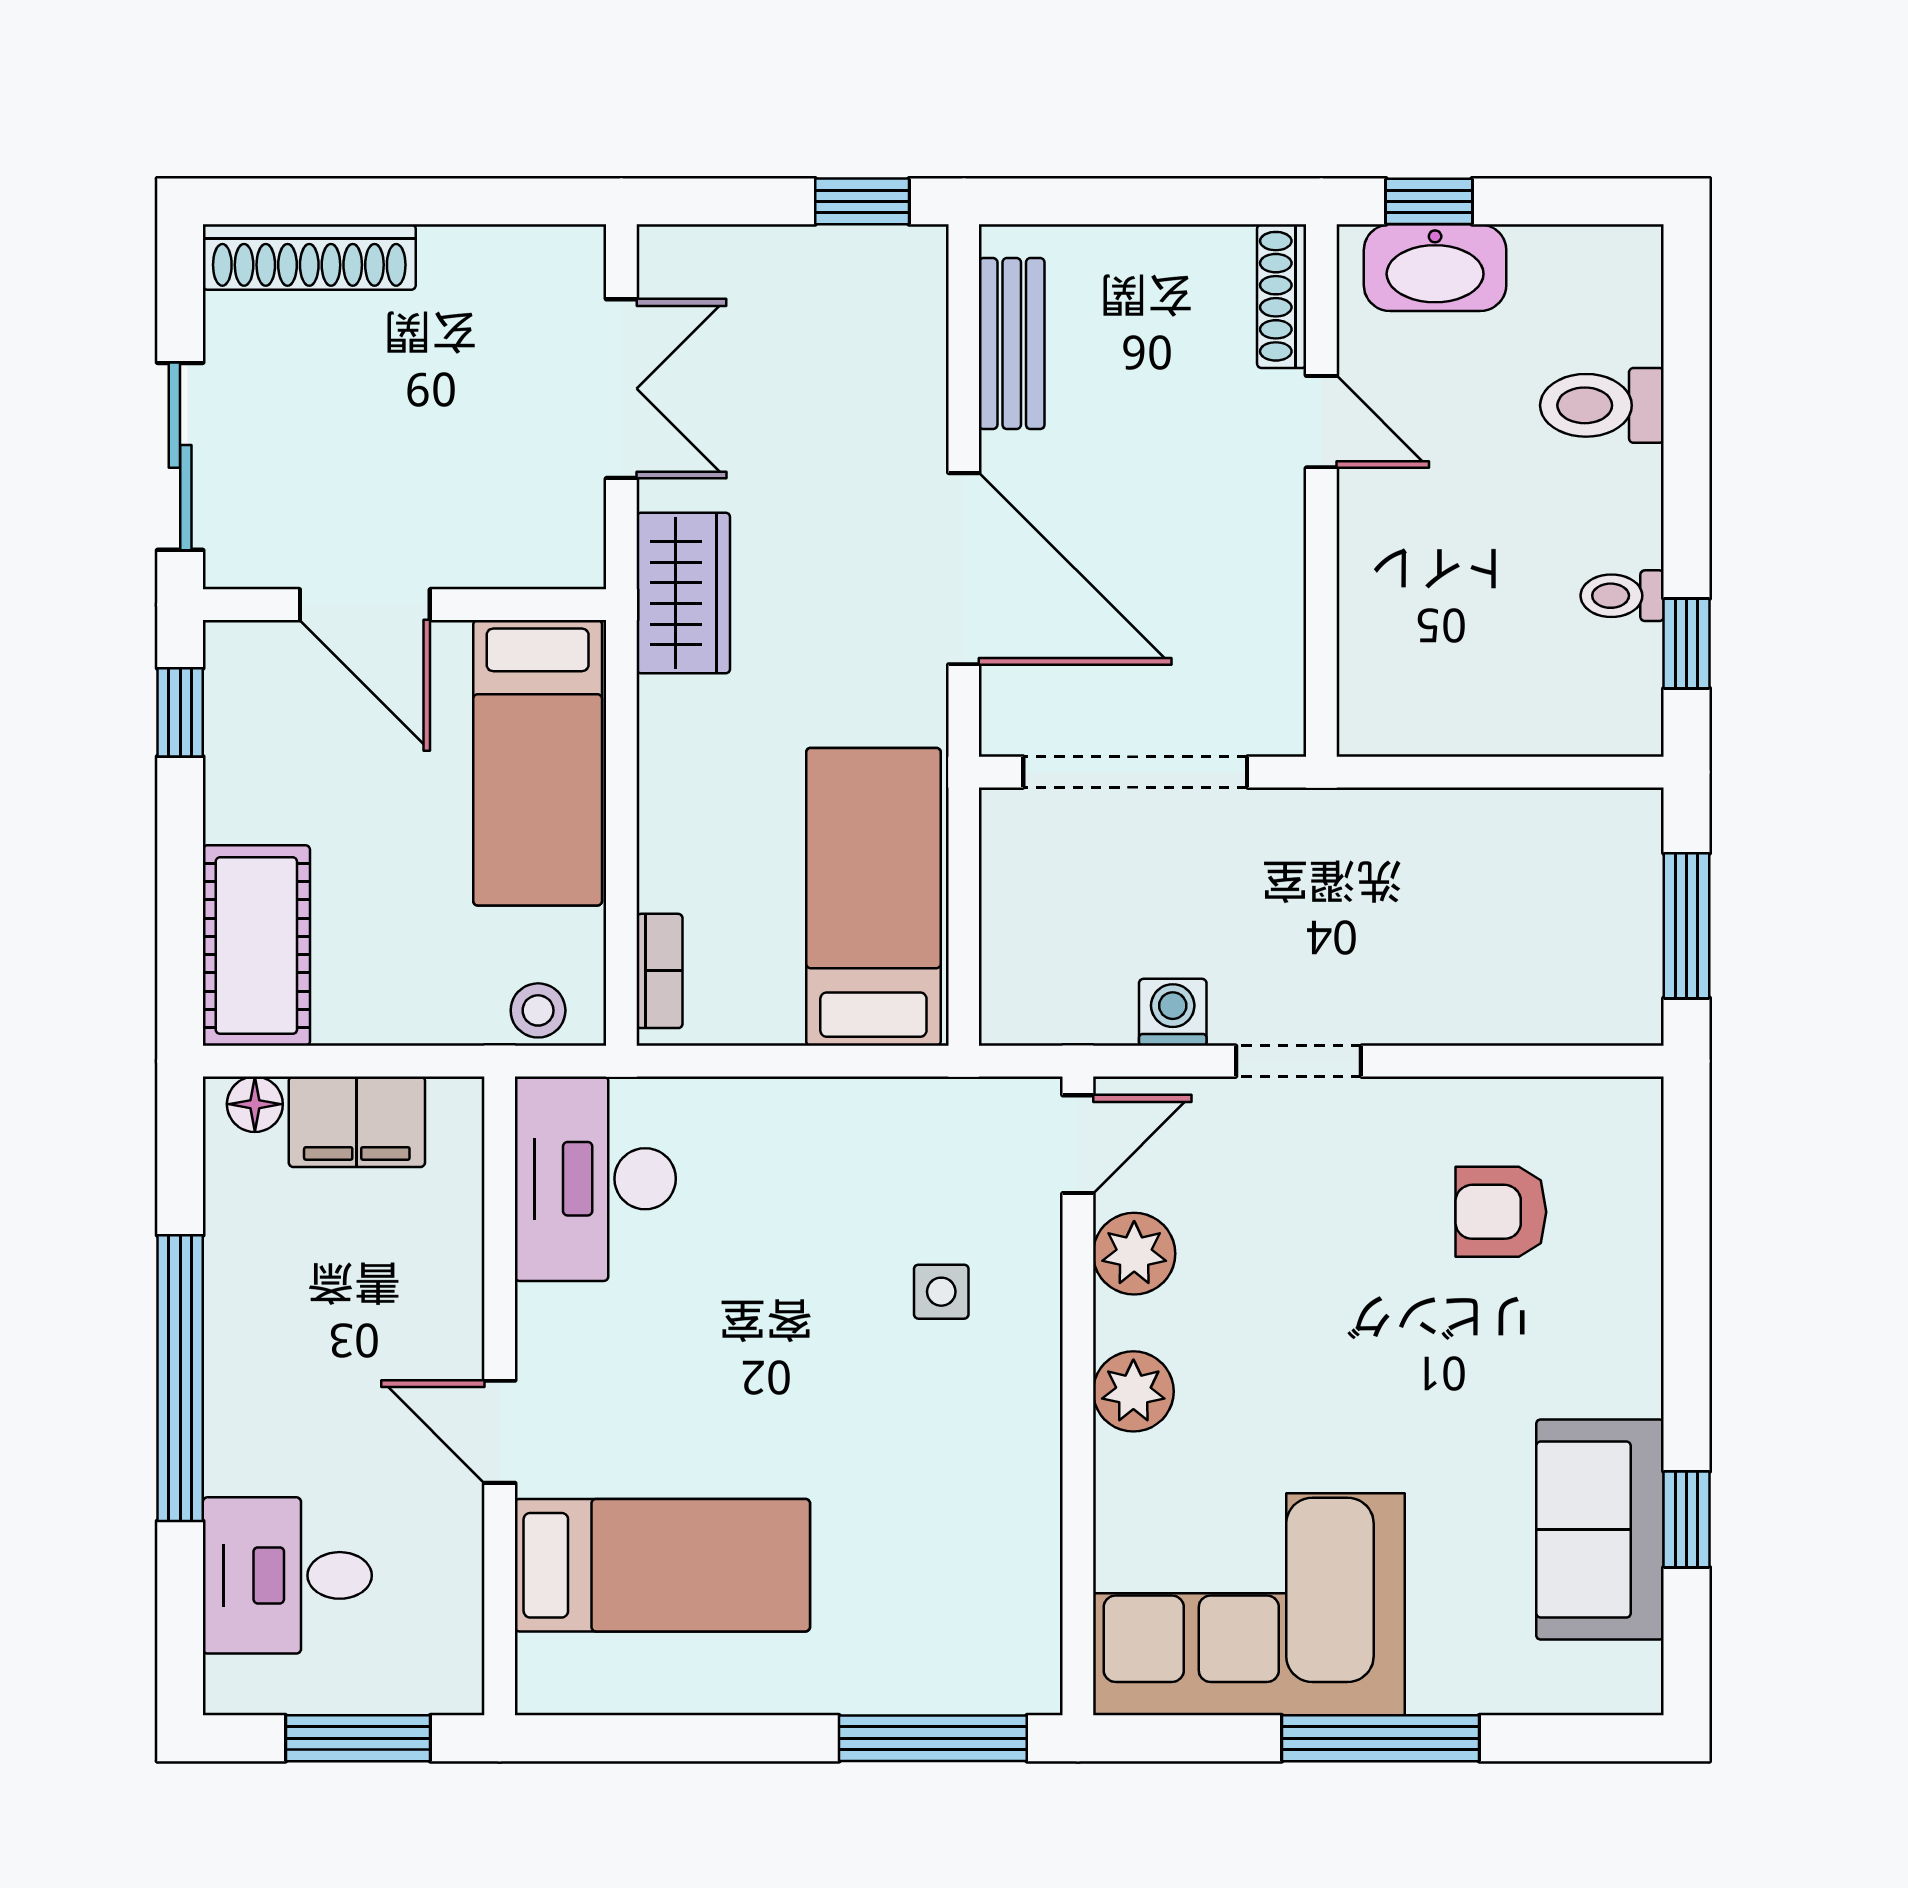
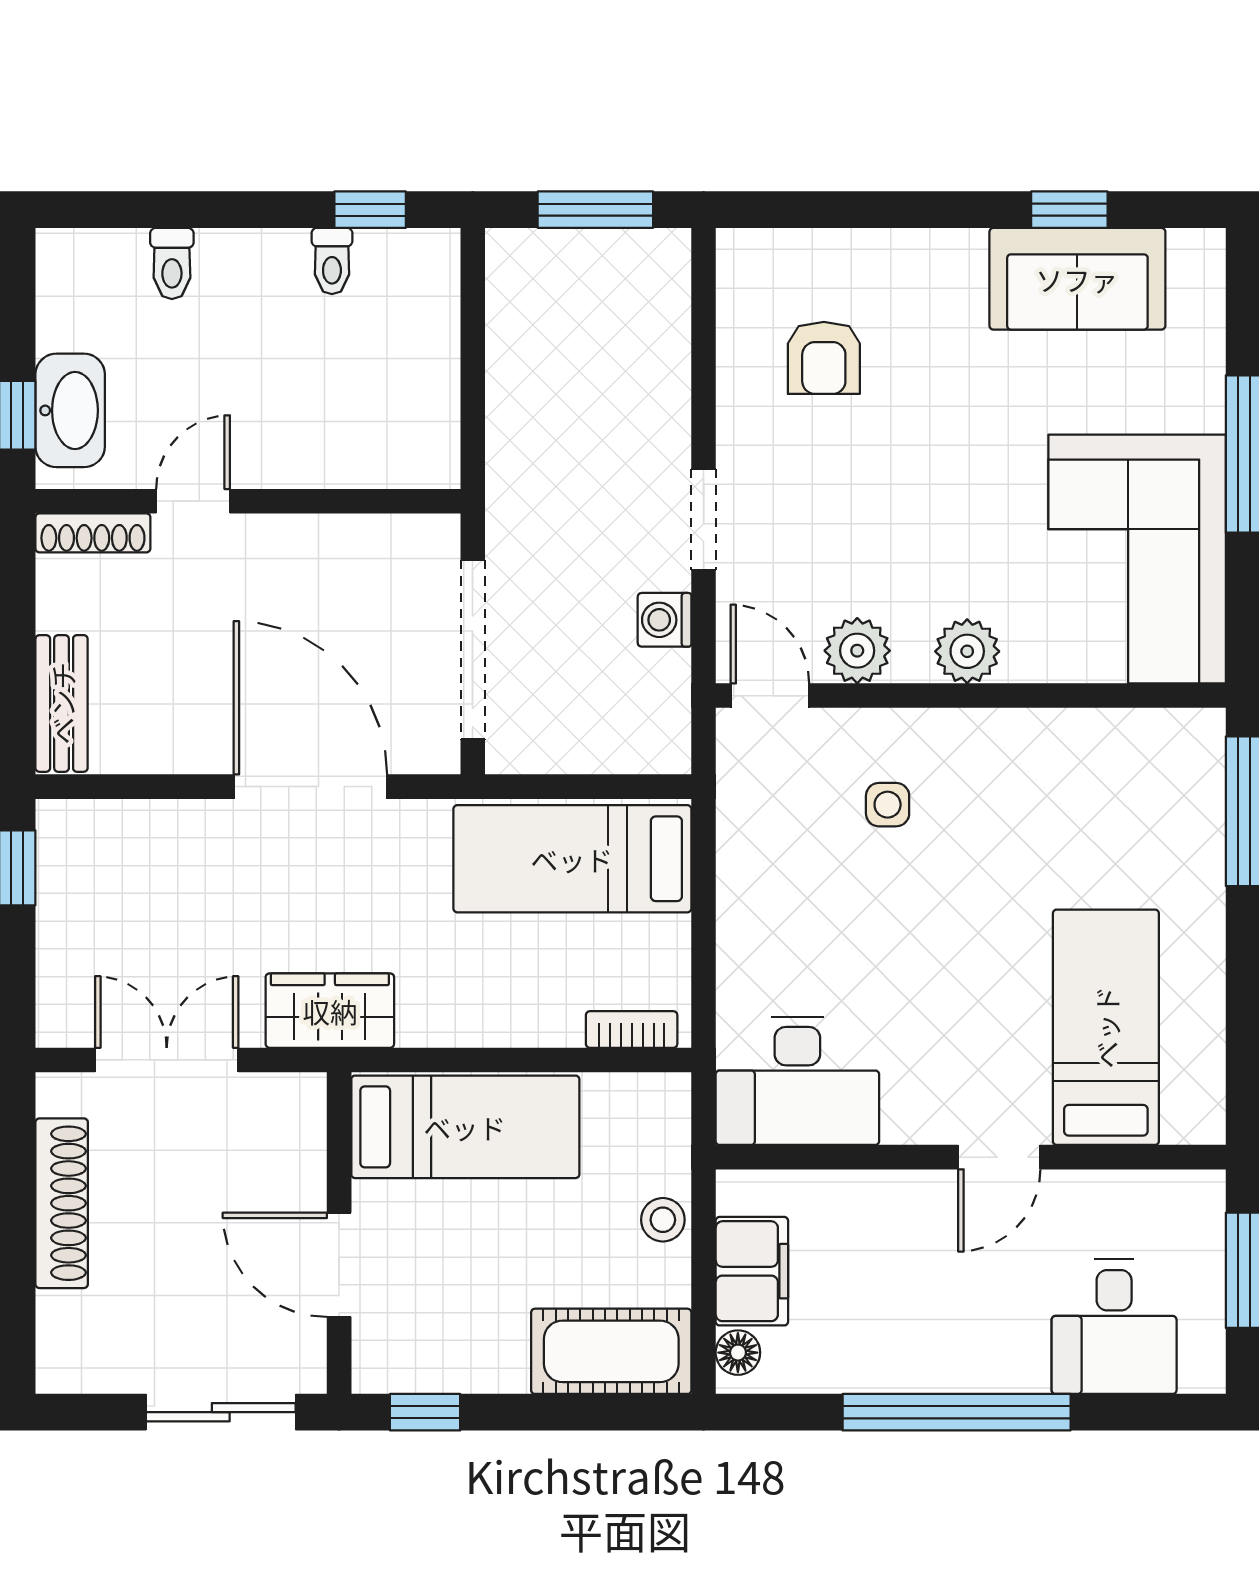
shoe rack: (309, 257) -> (62, 1203), moved
bench: (1012, 344) -> (62, 703), moved, turned 90
toilet: (1602, 405) -> (172, 263), width x0.73, depth x0.72
door: (964, 569) -> (310, 787), hinge flipped
door: (365, 605) -> (339, 1265), swing flipped
stool: (538, 1010) -> (663, 1220), moved

